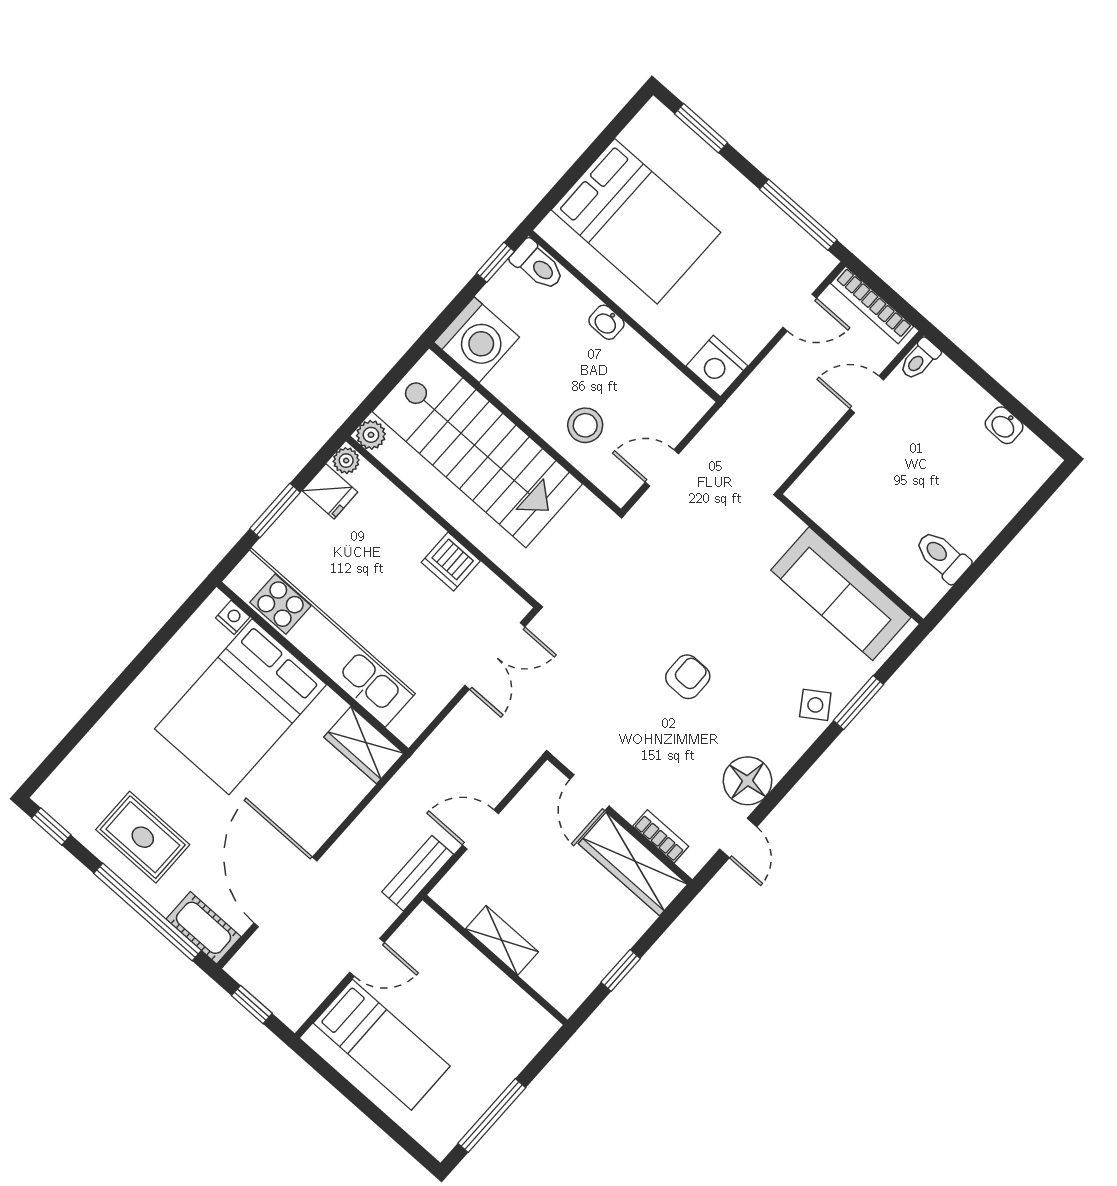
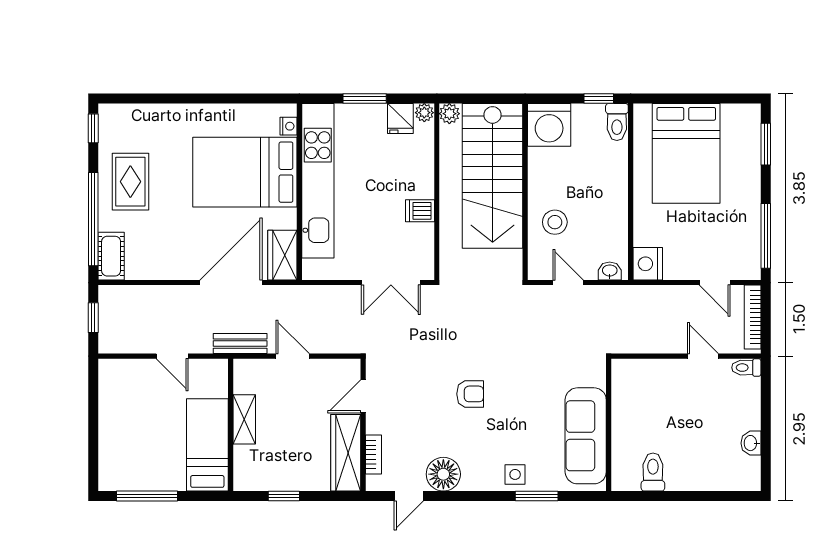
washbasin: (606, 322) -> (610, 271), moved, turned 90
dishwasher: (451, 562) -> (420, 211), width x0.73
side table: (815, 705) -> (515, 474), turned 34
door: (285, 892) -> (231, 283), moved
bed: (382, 1045) -> (207, 445), moved, turned 180

